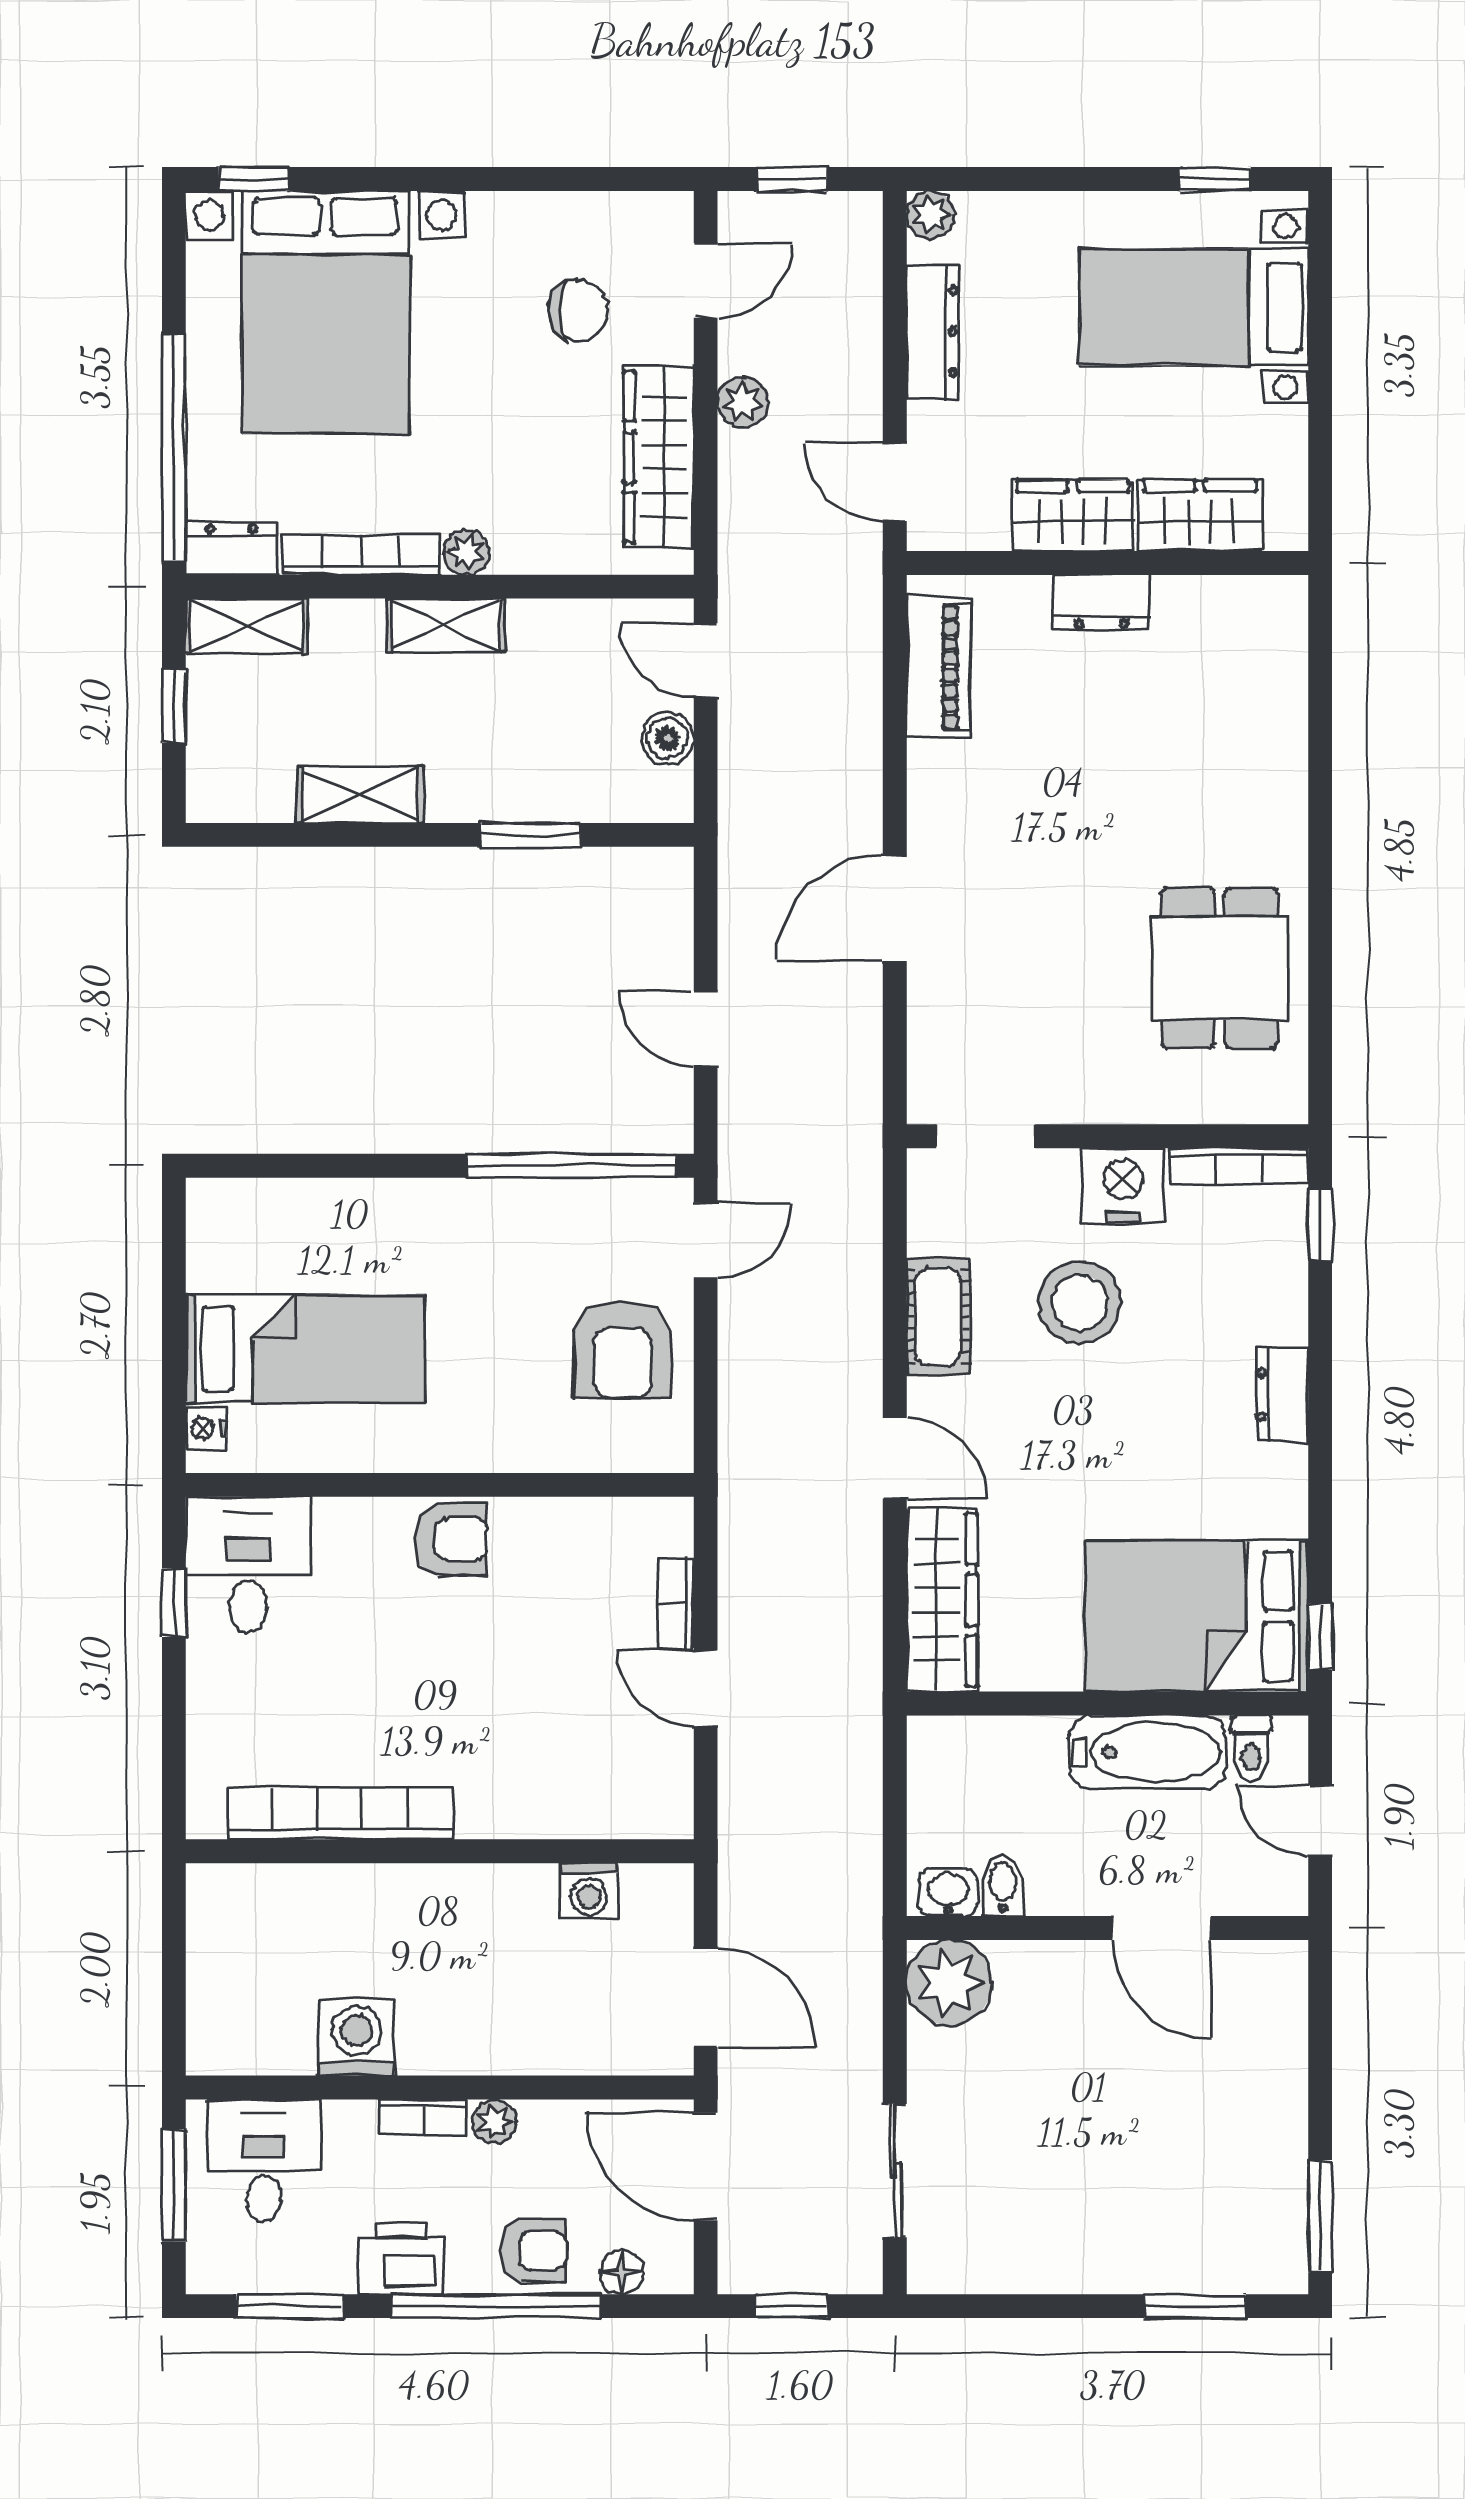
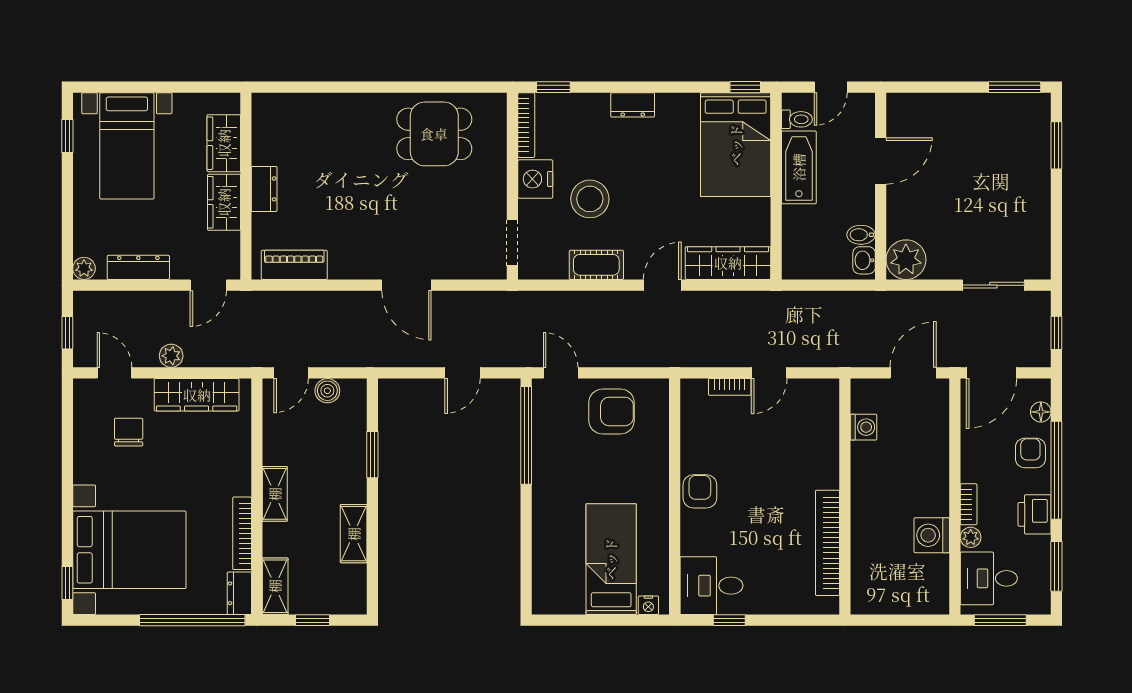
plant: (466, 552) -> (241, 484), removed
plant: (494, 2121) -> (971, 537), moved

